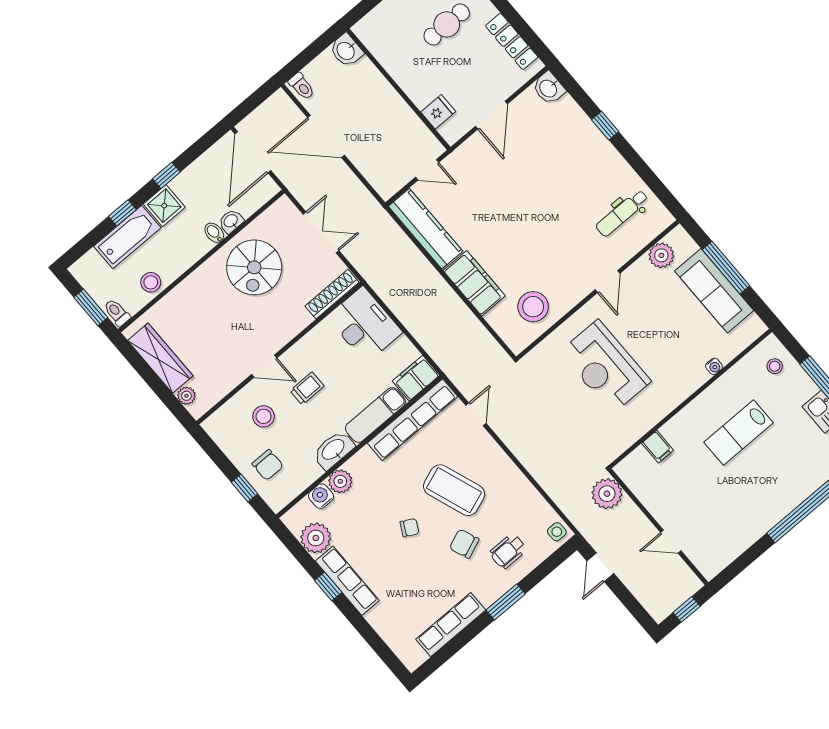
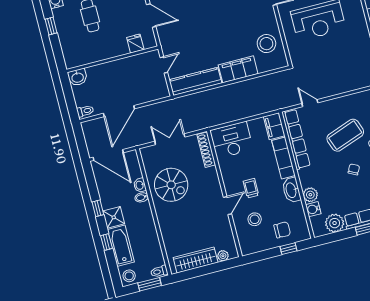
stool: (151, 282) -> (129, 276), moved

